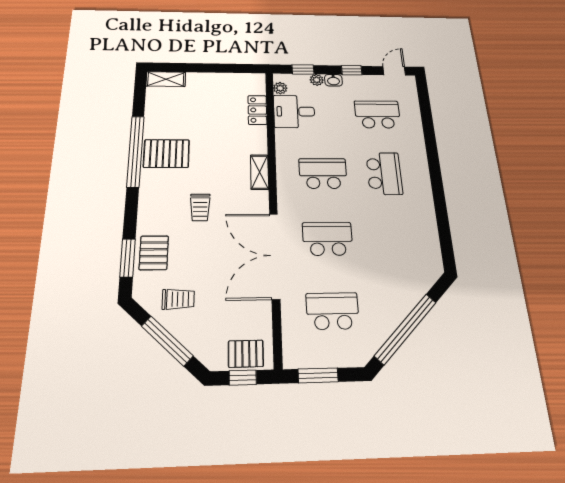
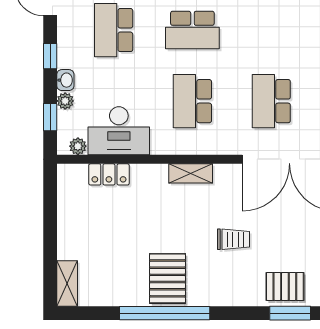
desk: (294, 111) -> (119, 131), width x1.37
school desk: (384, 173) -> (192, 30), turned 180

